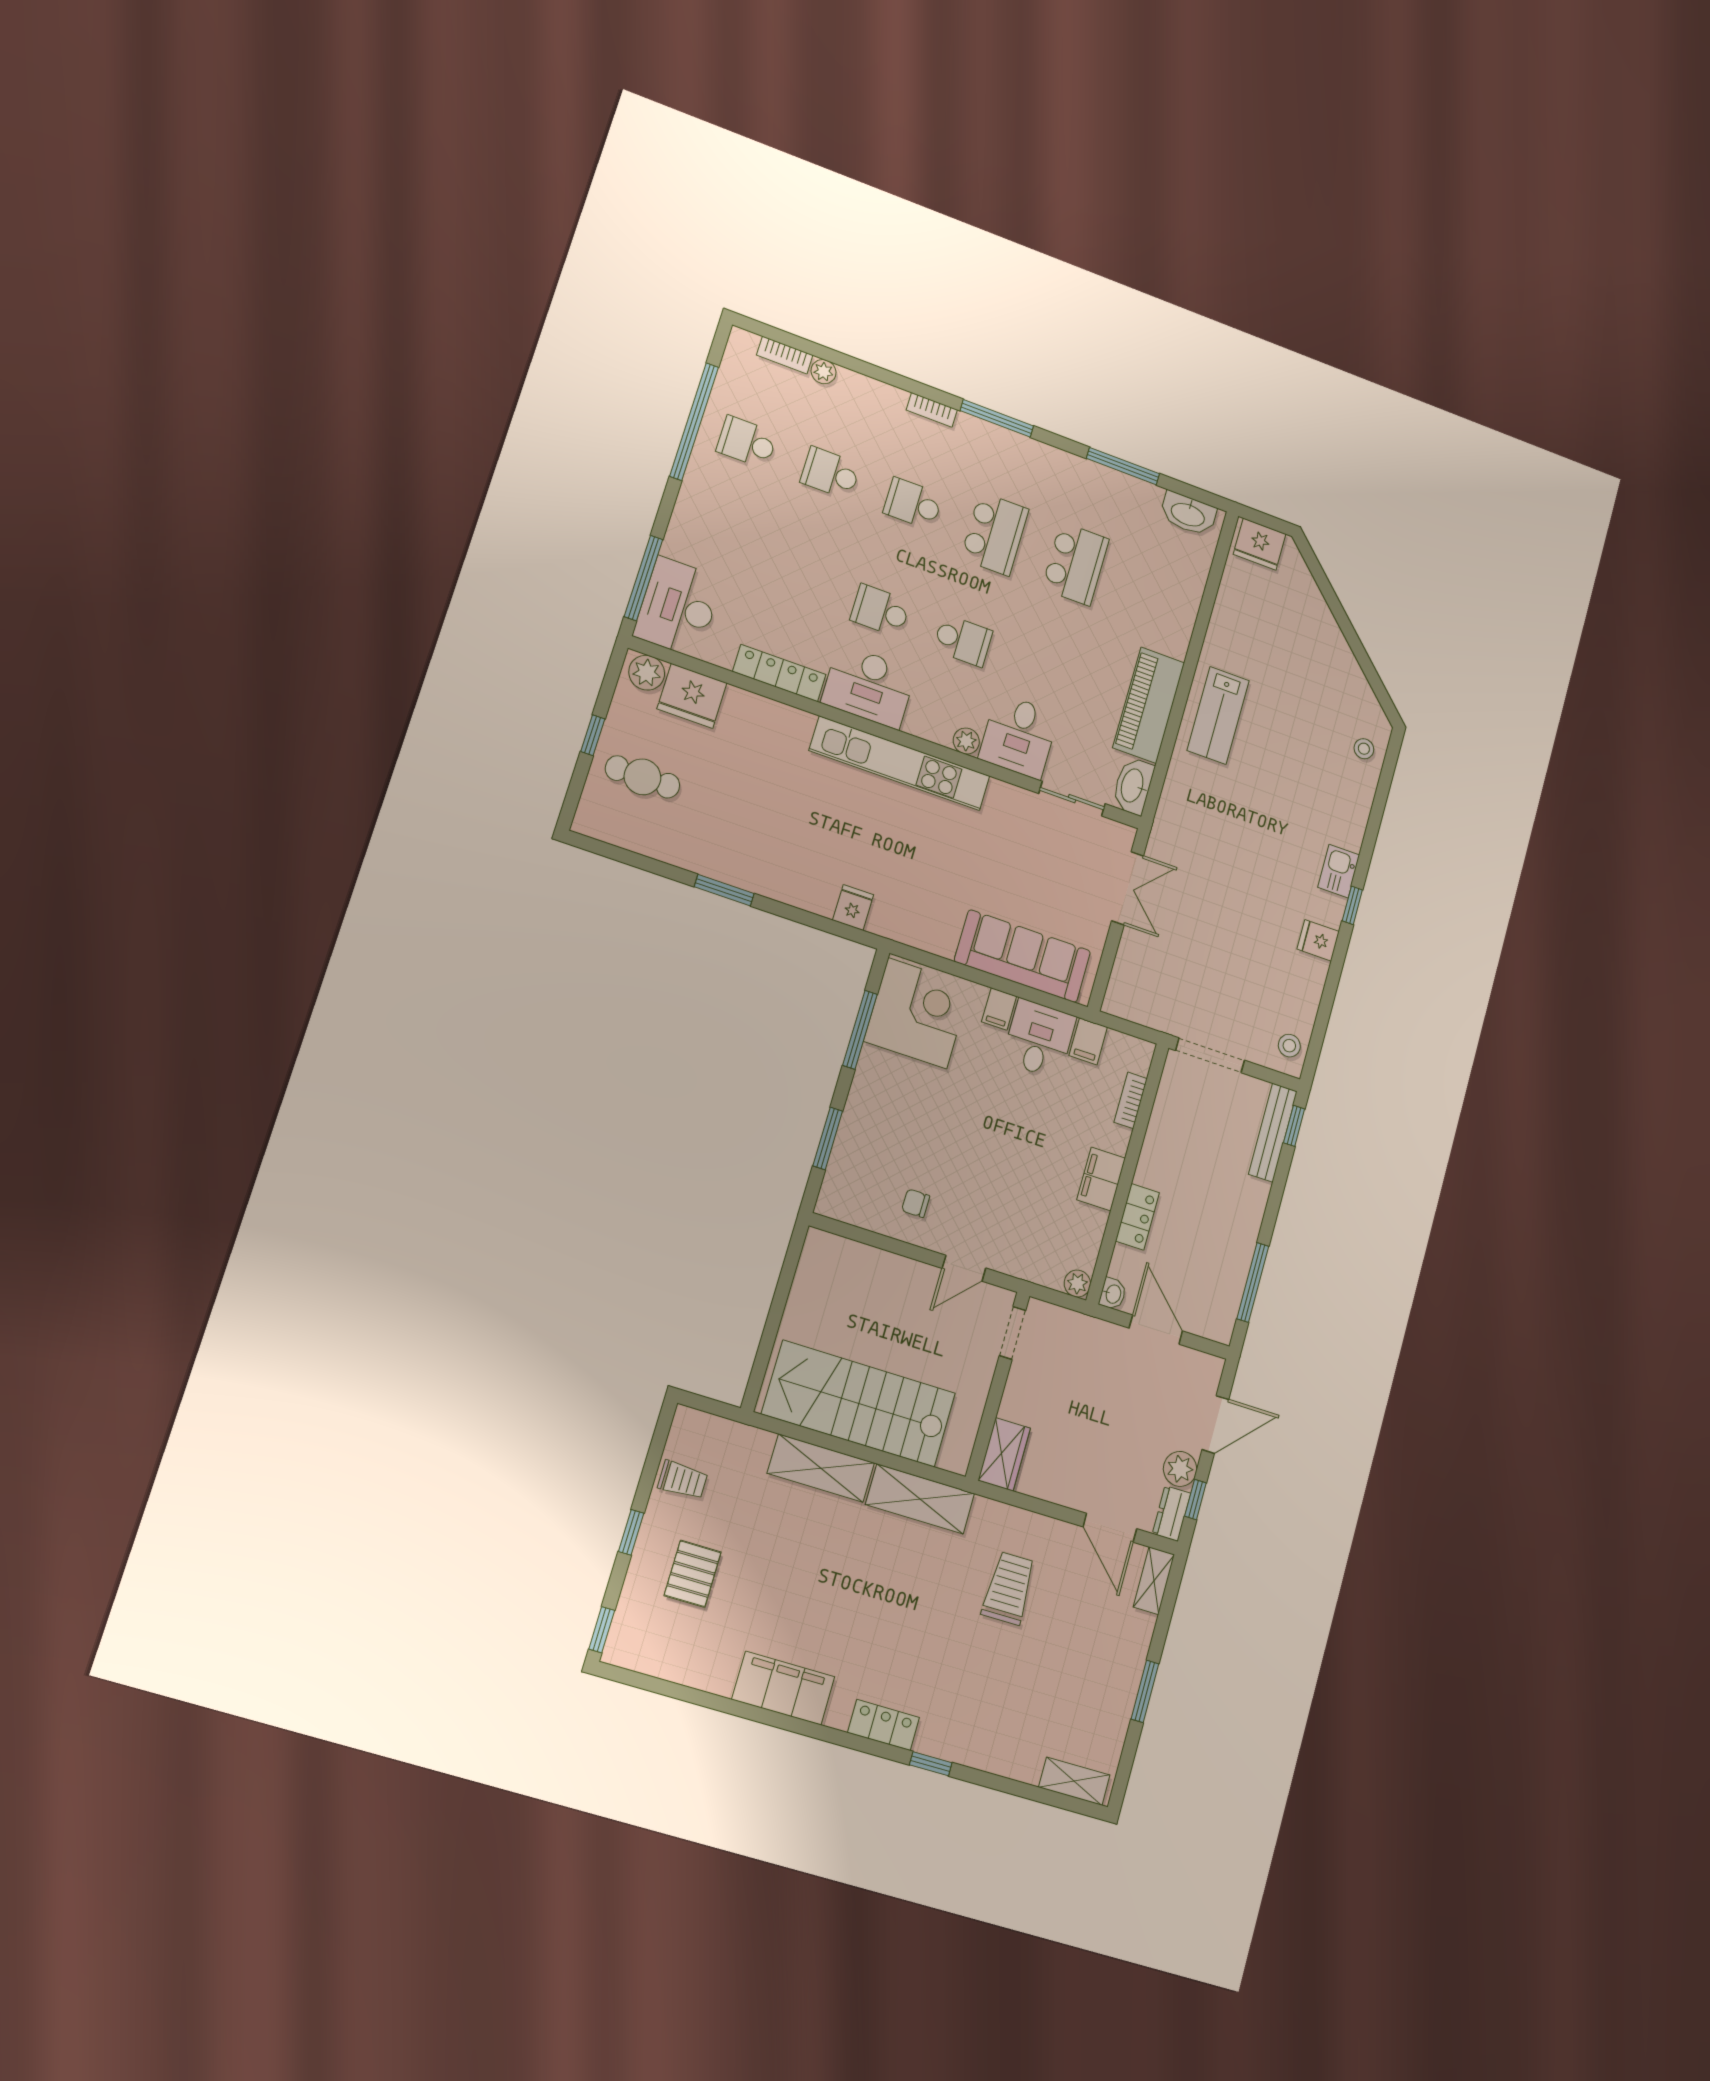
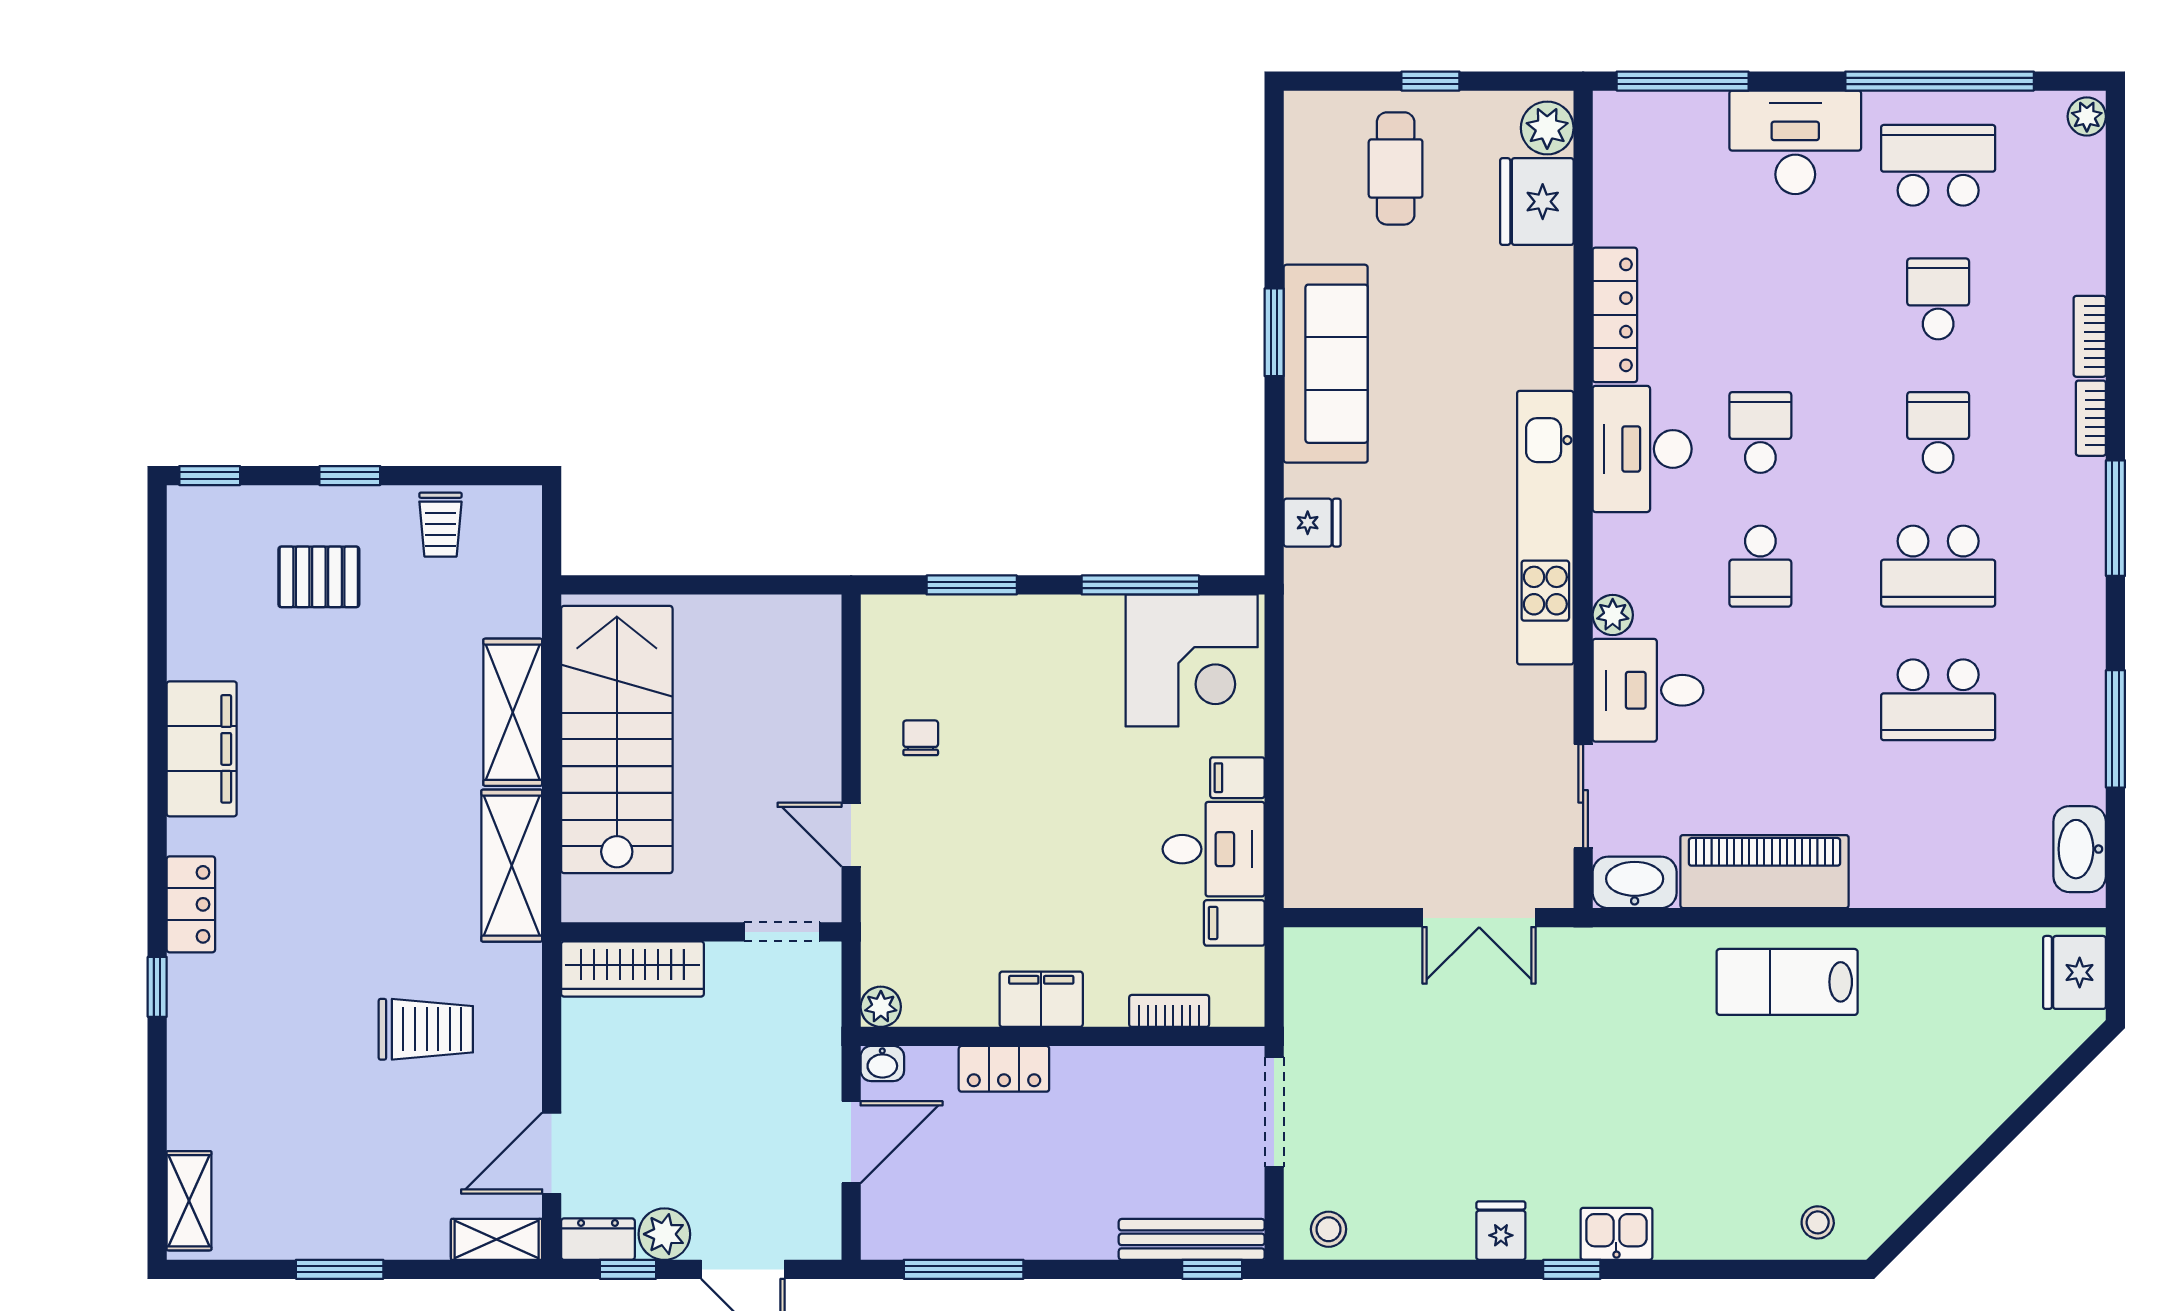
bookcase: (785, 355) -> (2090, 336), moved
plant: (824, 372) -> (2087, 116), moved
school desk: (747, 442) -> (1938, 165), width x1.85
desk: (678, 607) -> (1795, 142), moved
sofa: (1023, 956) -> (1326, 364), moved
wardrobe: (1004, 1454) -> (633, 969), width x1.50

